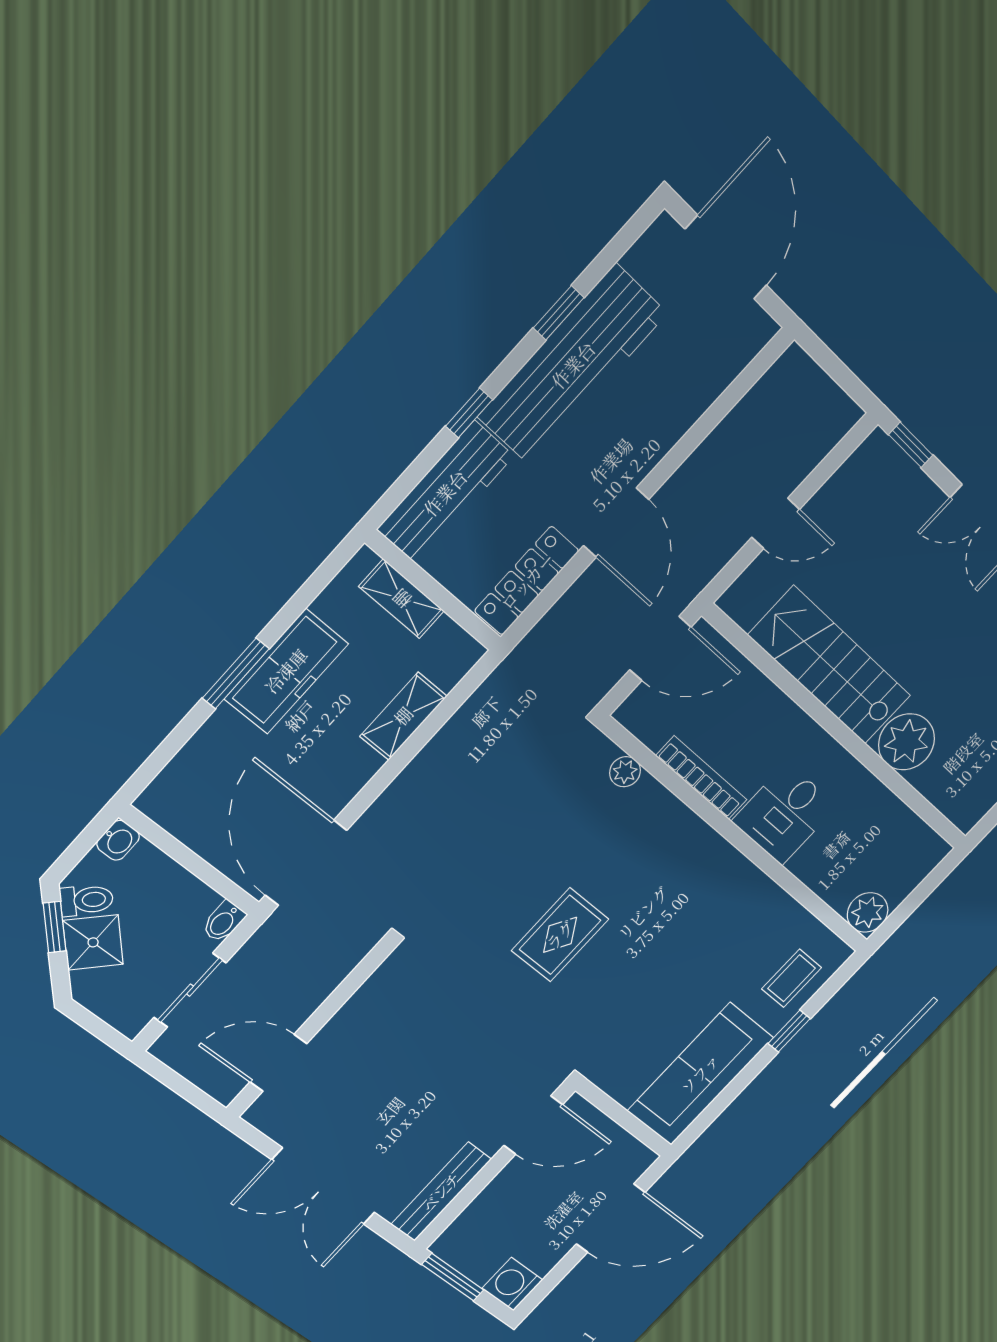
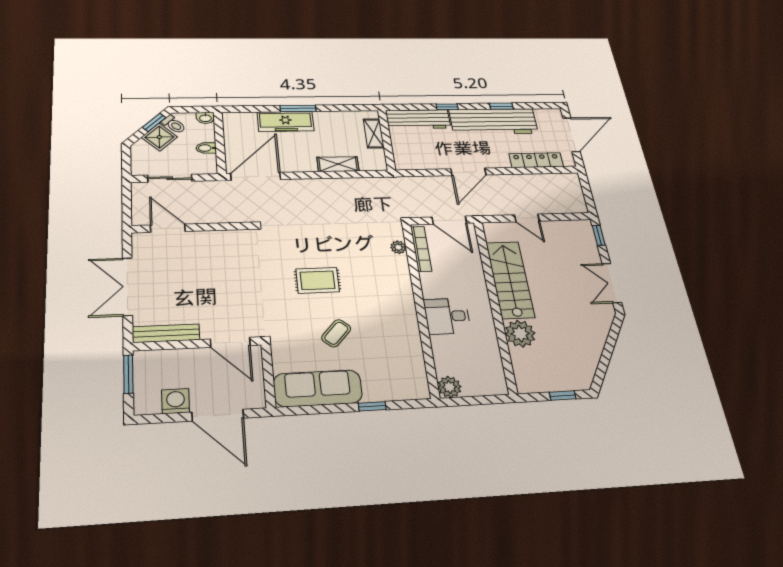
locker: (527, 581) -> (536, 160), moved
freezer: (286, 671) -> (286, 121), moved
bookcase: (701, 778) -> (421, 249), moved
bidet: (224, 922) -> (206, 148), moved
coffee table: (792, 978) -> (336, 333), moved, turned -48
washing machine: (512, 1284) -> (176, 401), moved

